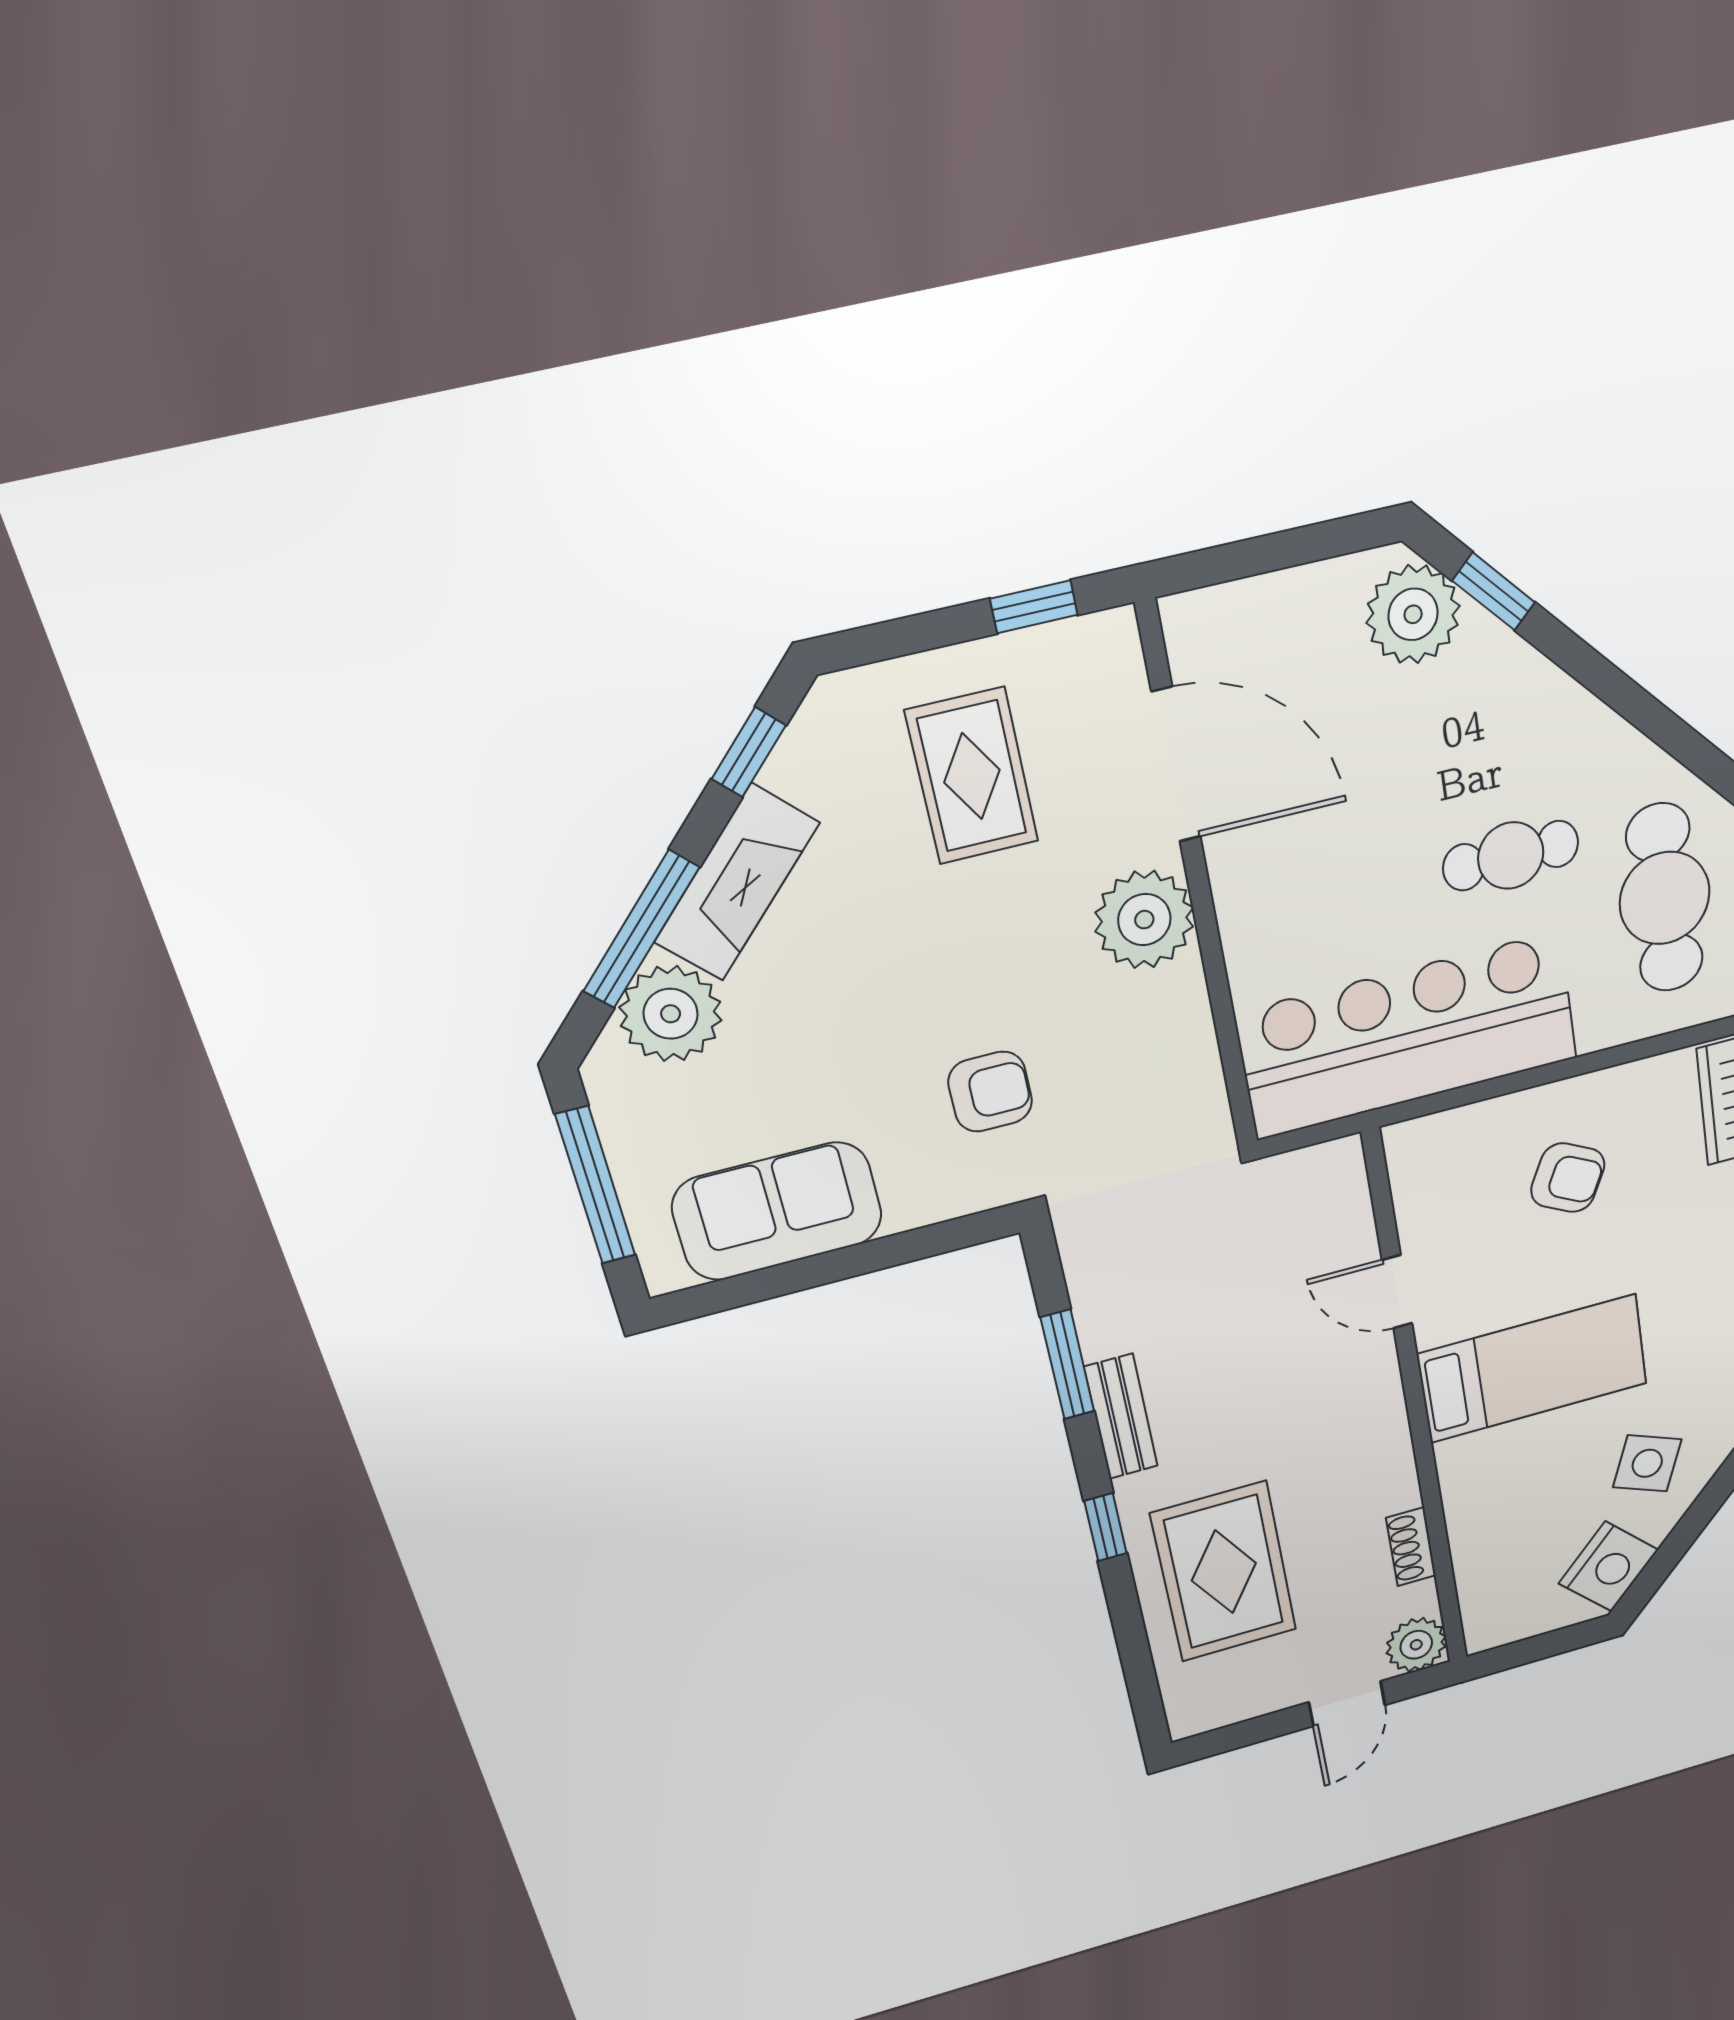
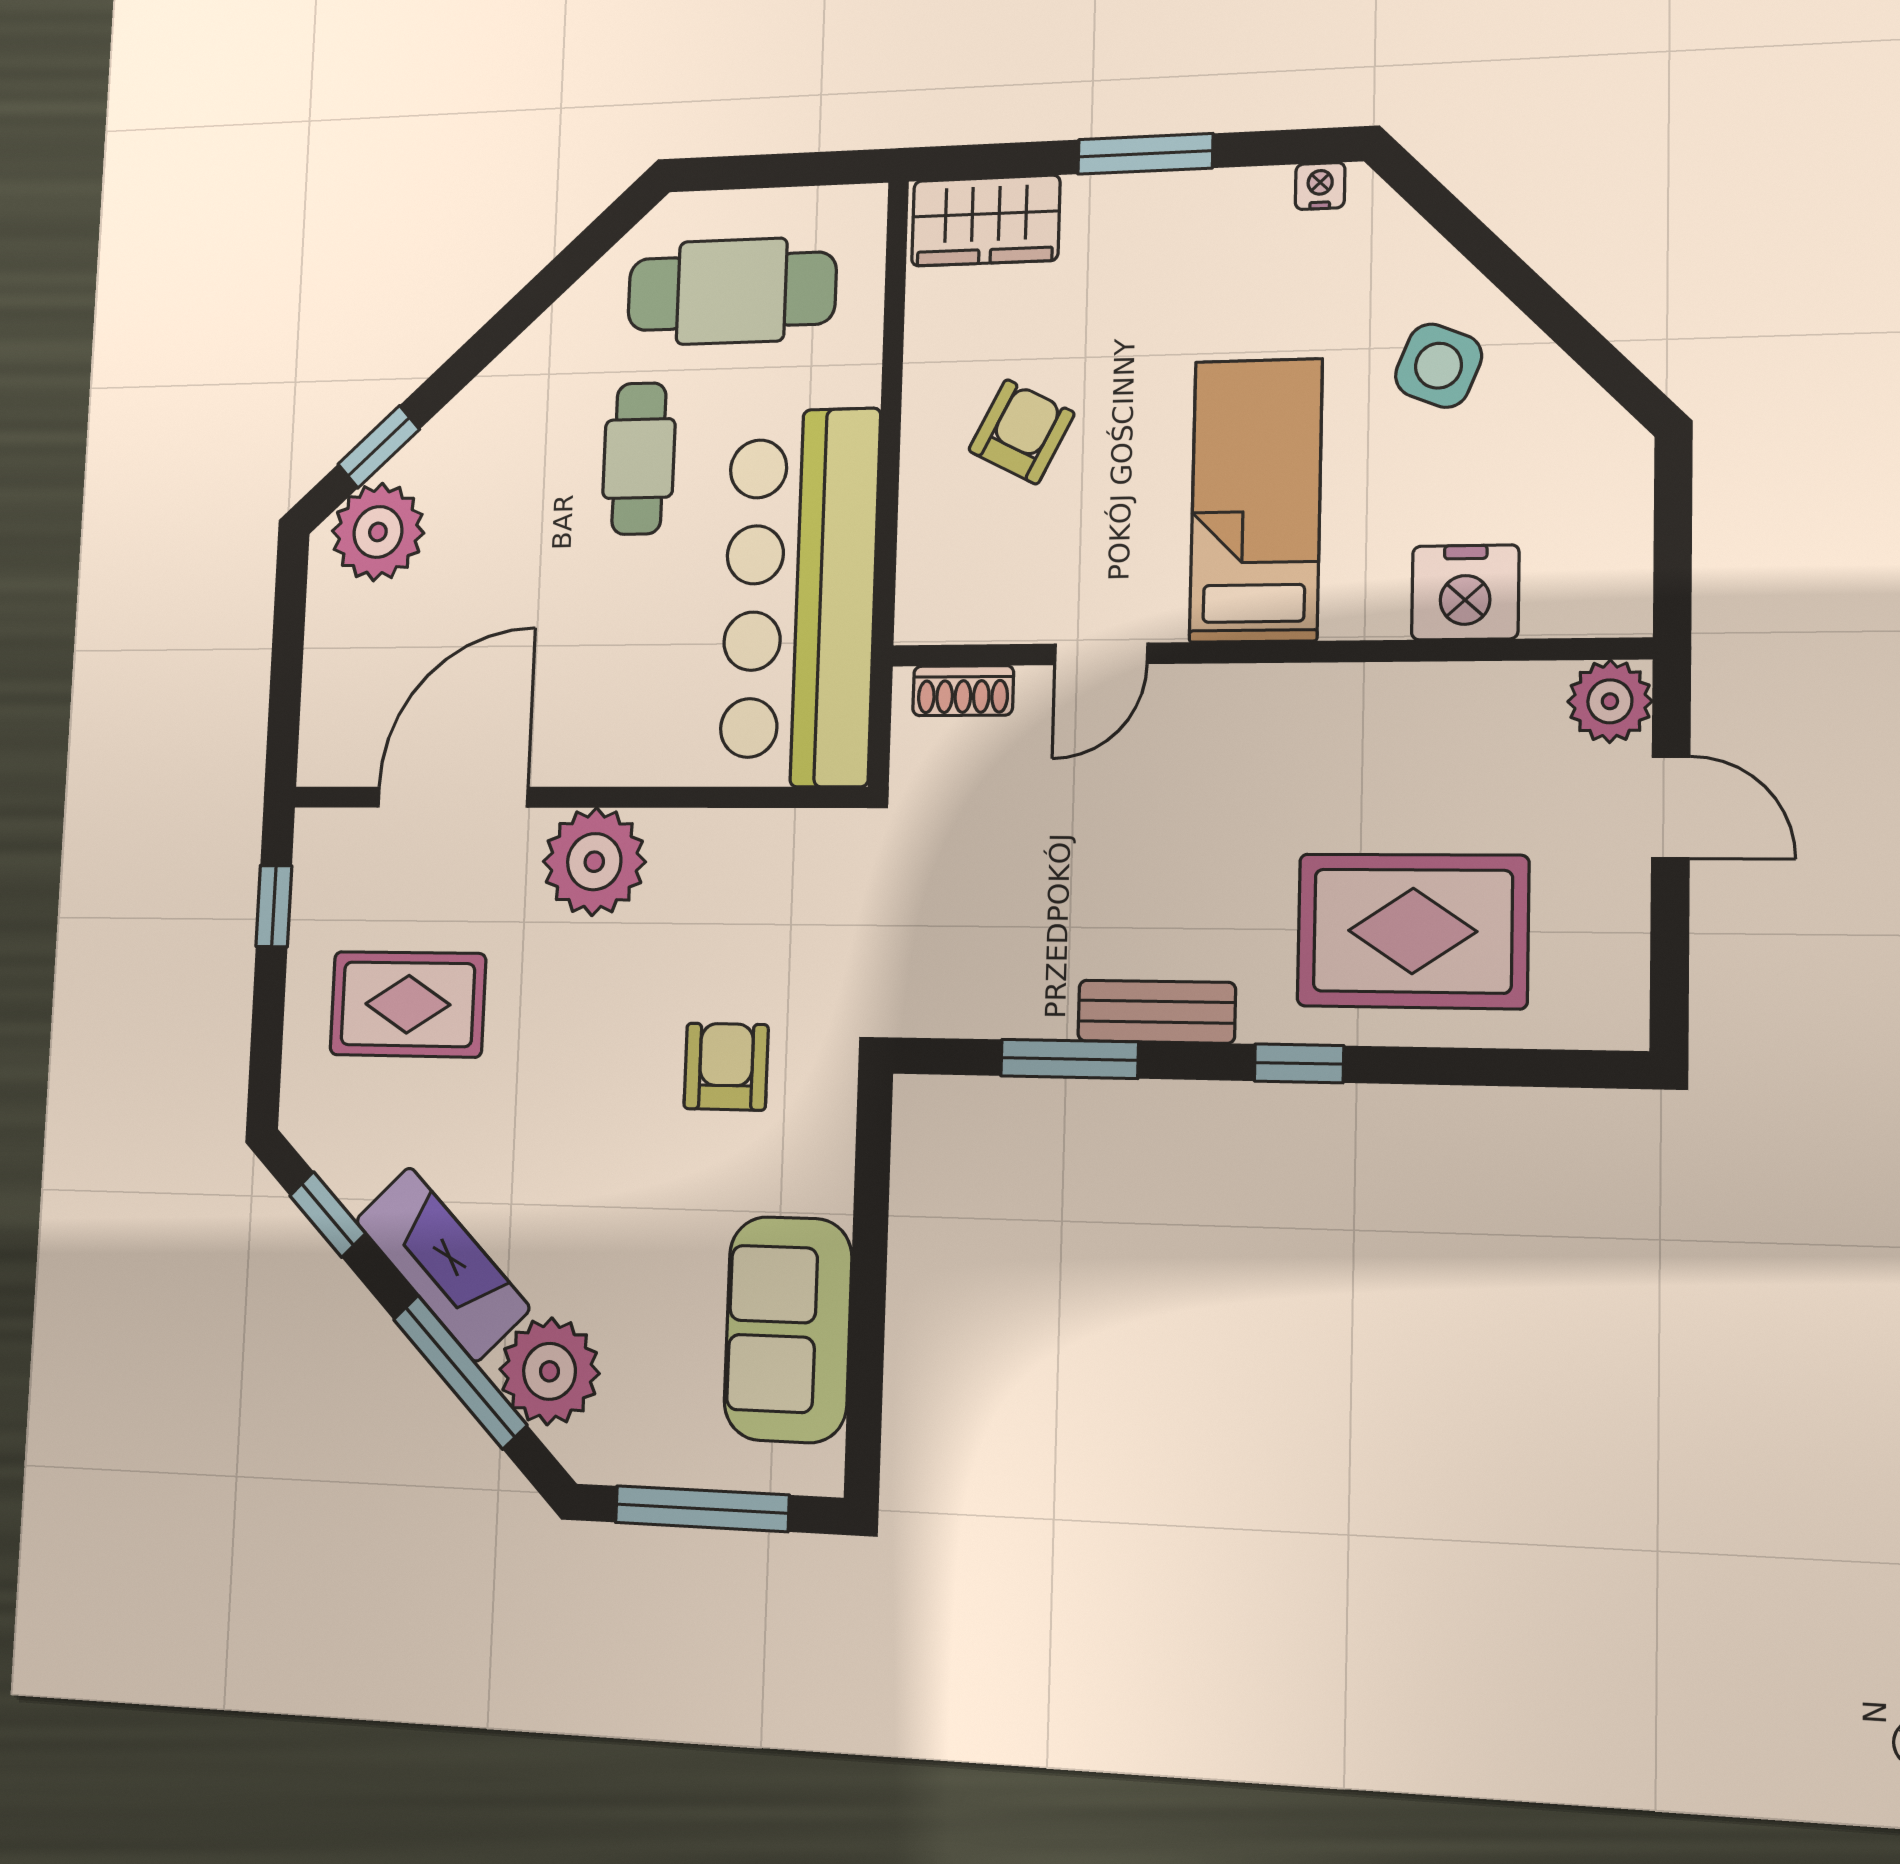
shoe rack: (1411, 1547) -> (963, 691), moved
nightstand: (1608, 1567) -> (1465, 592), moved, turned 135

